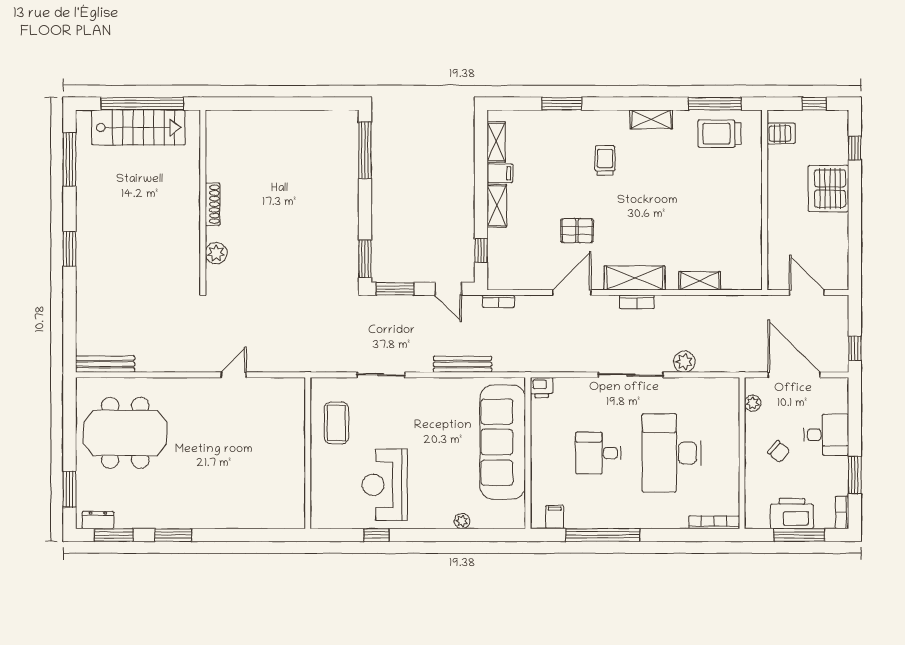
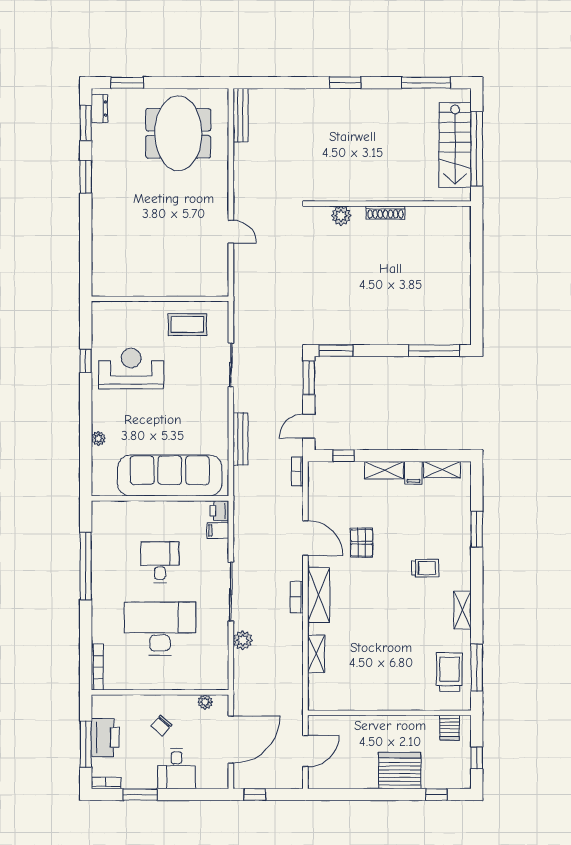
filing cabinet: (555, 517) -> (218, 530), moved, turned 180

